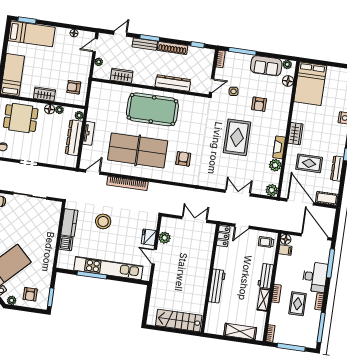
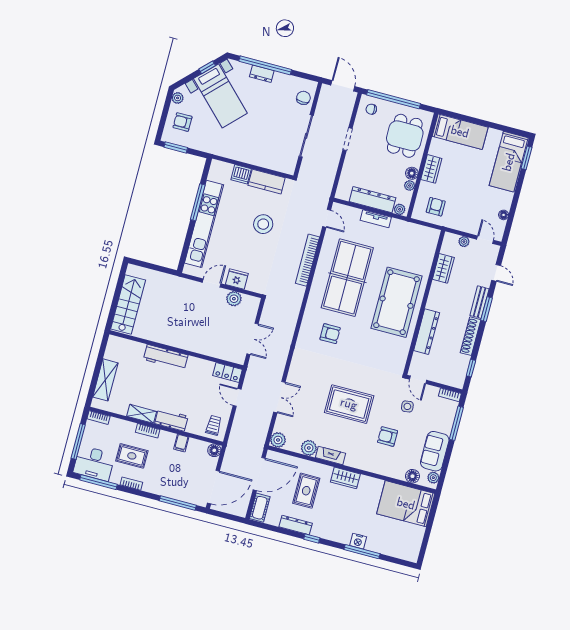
filing cabinet: (285, 250) -> (181, 443), moved
desk: (315, 277) -> (94, 463), moved

